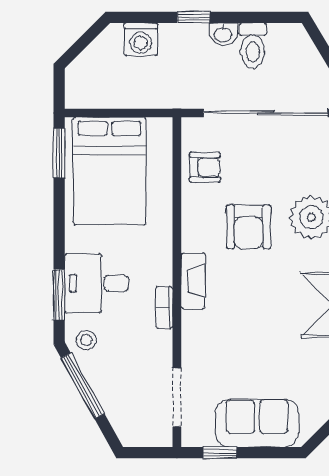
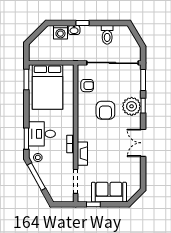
washbasin: (223, 34) -> (74, 30), moved
fireplace: (193, 281) -> (82, 154), moved

